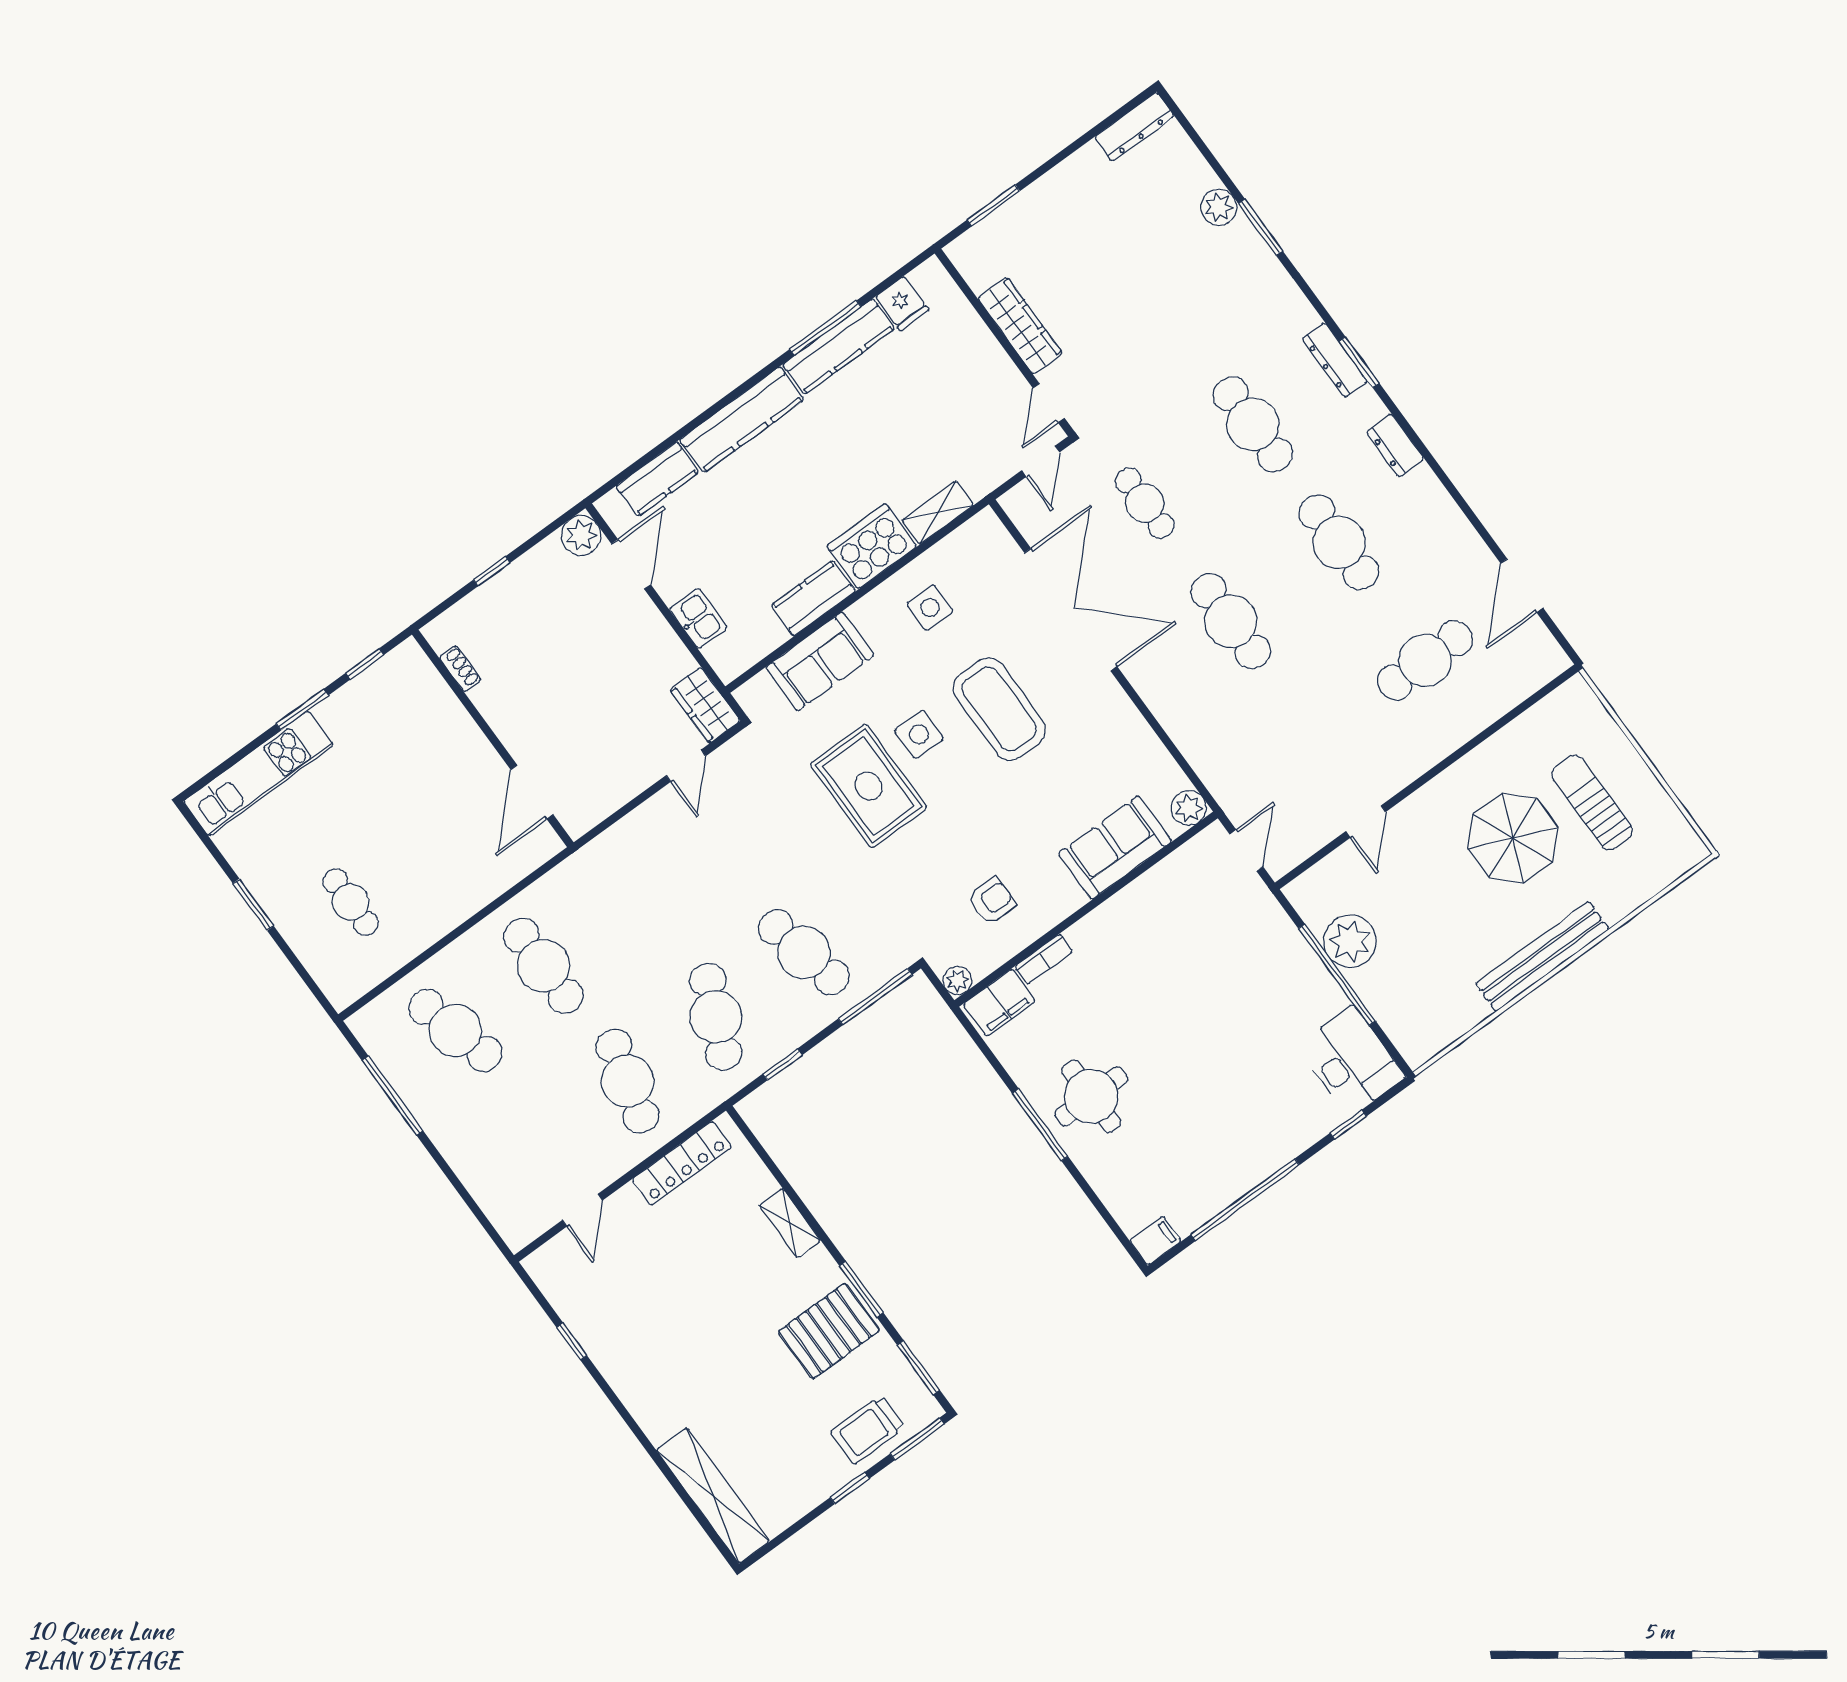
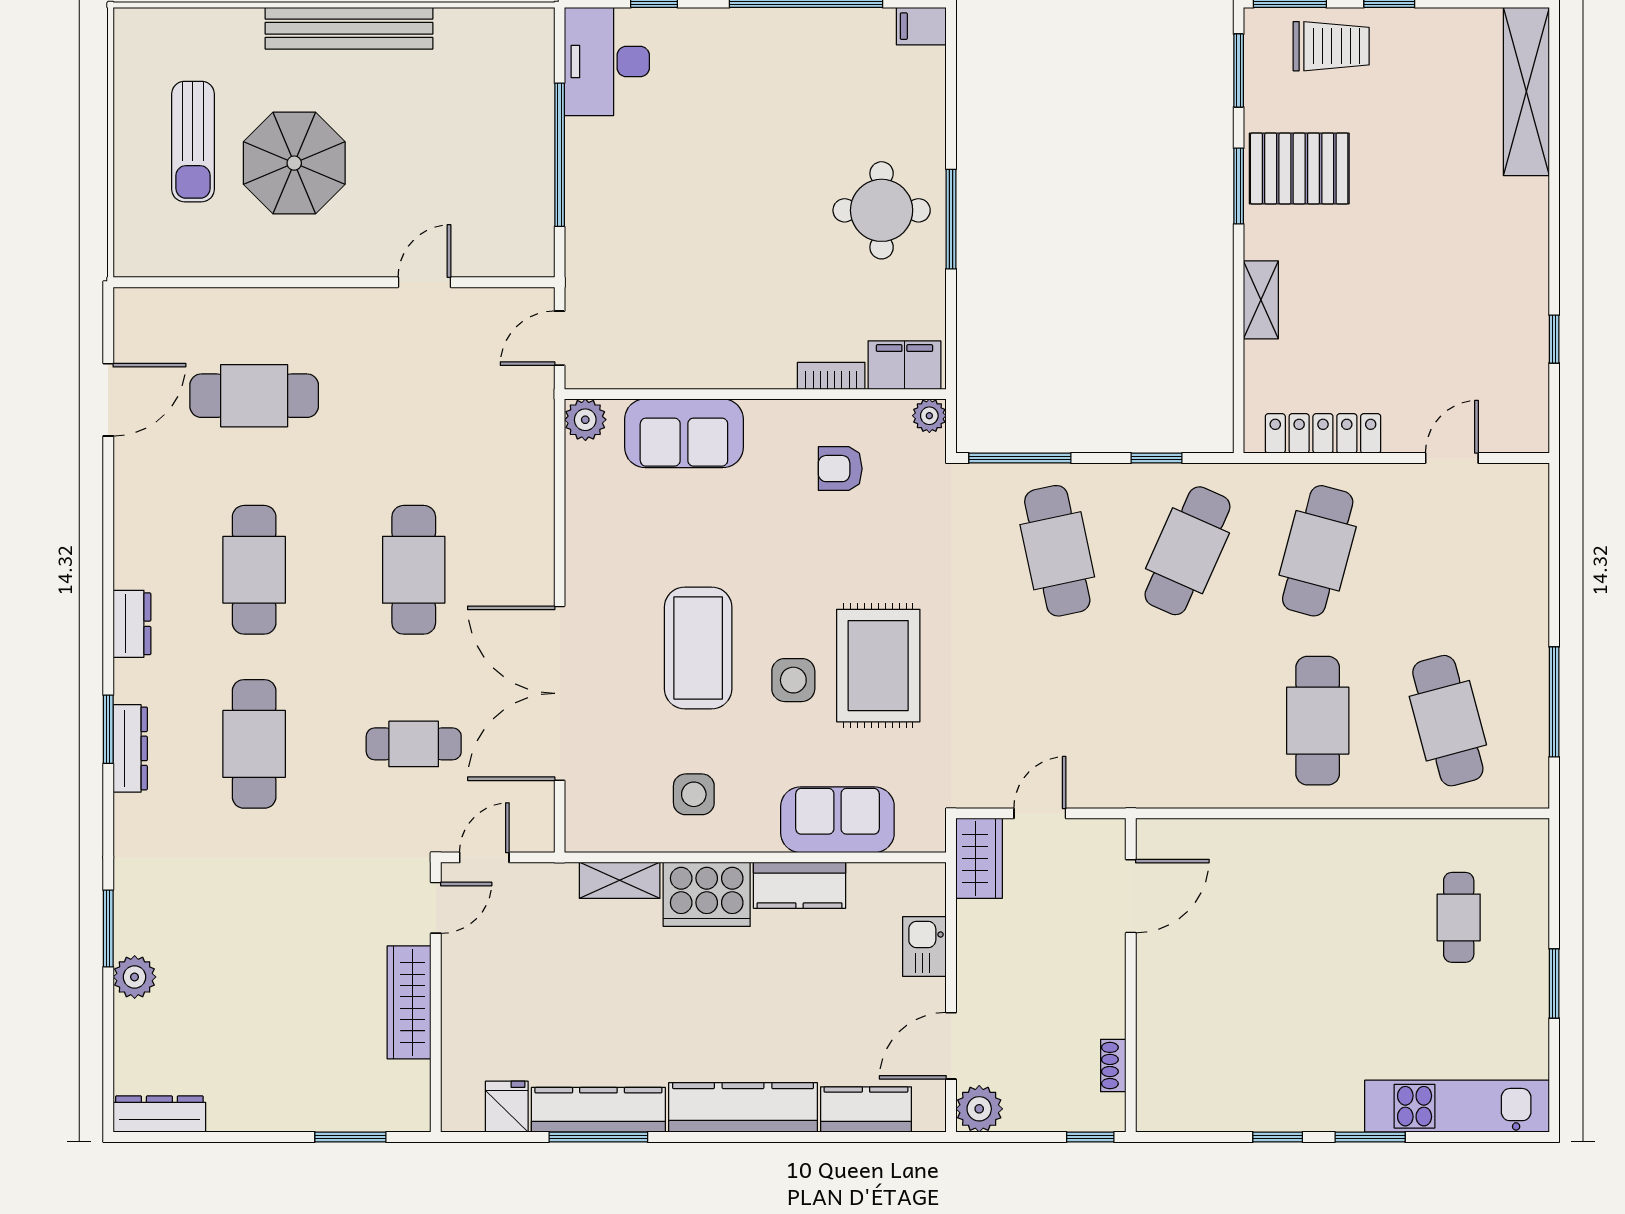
cafe table: (1145, 503) -> (414, 744), turned 90
shoe rack: (460, 669) -> (1113, 1065), moved
wall: (493, 738) -> (1131, 975), moved
door: (532, 792) -> (1131, 896), moved
plant: (1350, 941) -> (524, 178), removed

